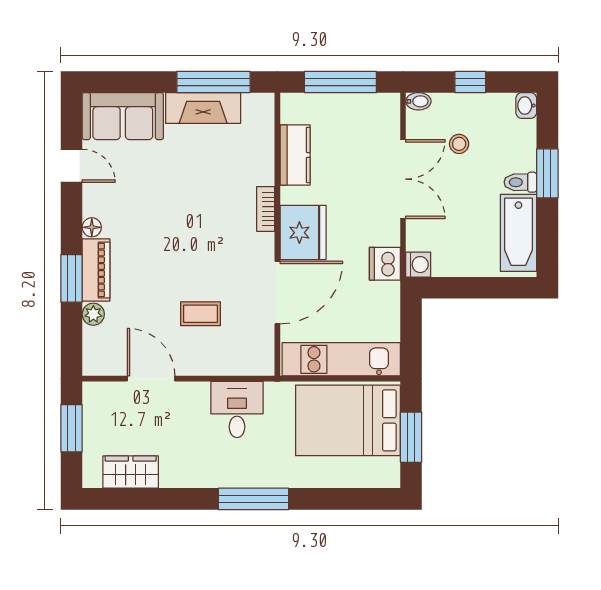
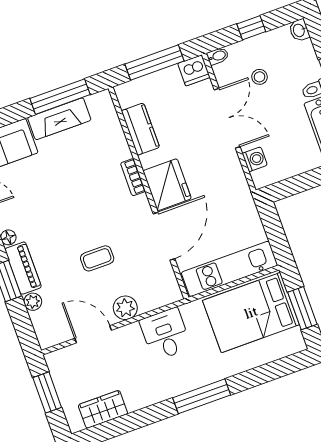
dishwasher: (385, 264) -> (194, 70), moved, turned -90
washing machine: (418, 265) -> (255, 159), moved
coffee table: (201, 314) -> (97, 258), moved
plant: (201, 361) -> (125, 308), added

